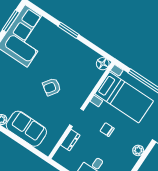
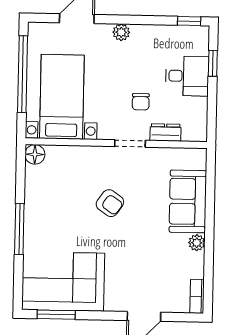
window: (68, 30) -> (19, 229), width x1.44
chair: (107, 130) -> (141, 102), moved

